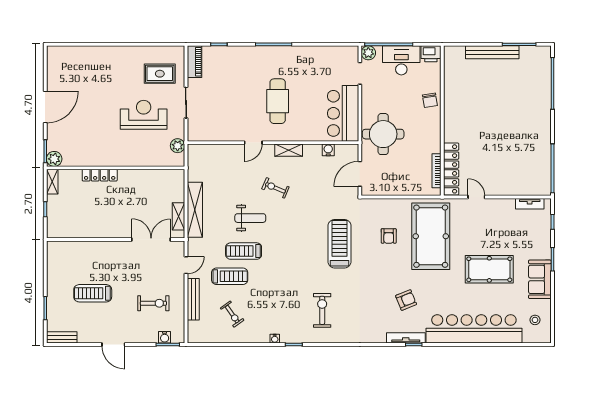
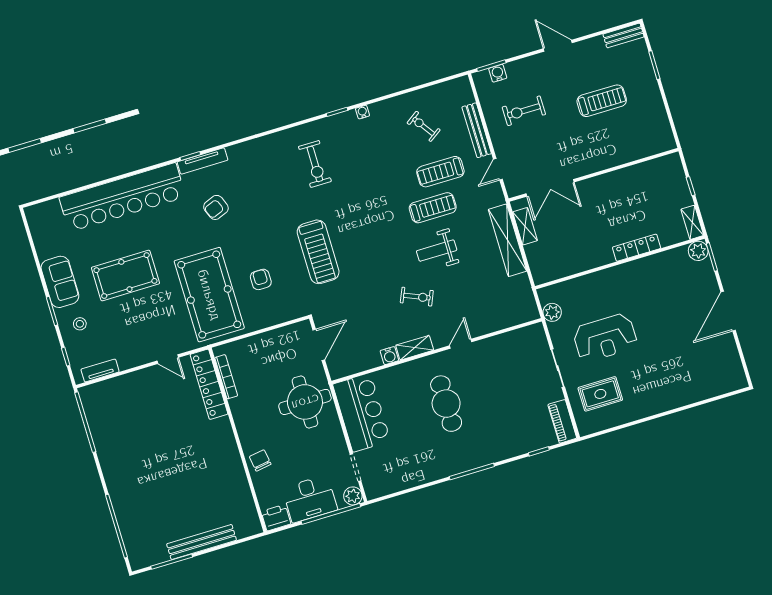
water cooler: (328, 150) -> (389, 356), moved
stool: (535, 320) -> (80, 324), moved

